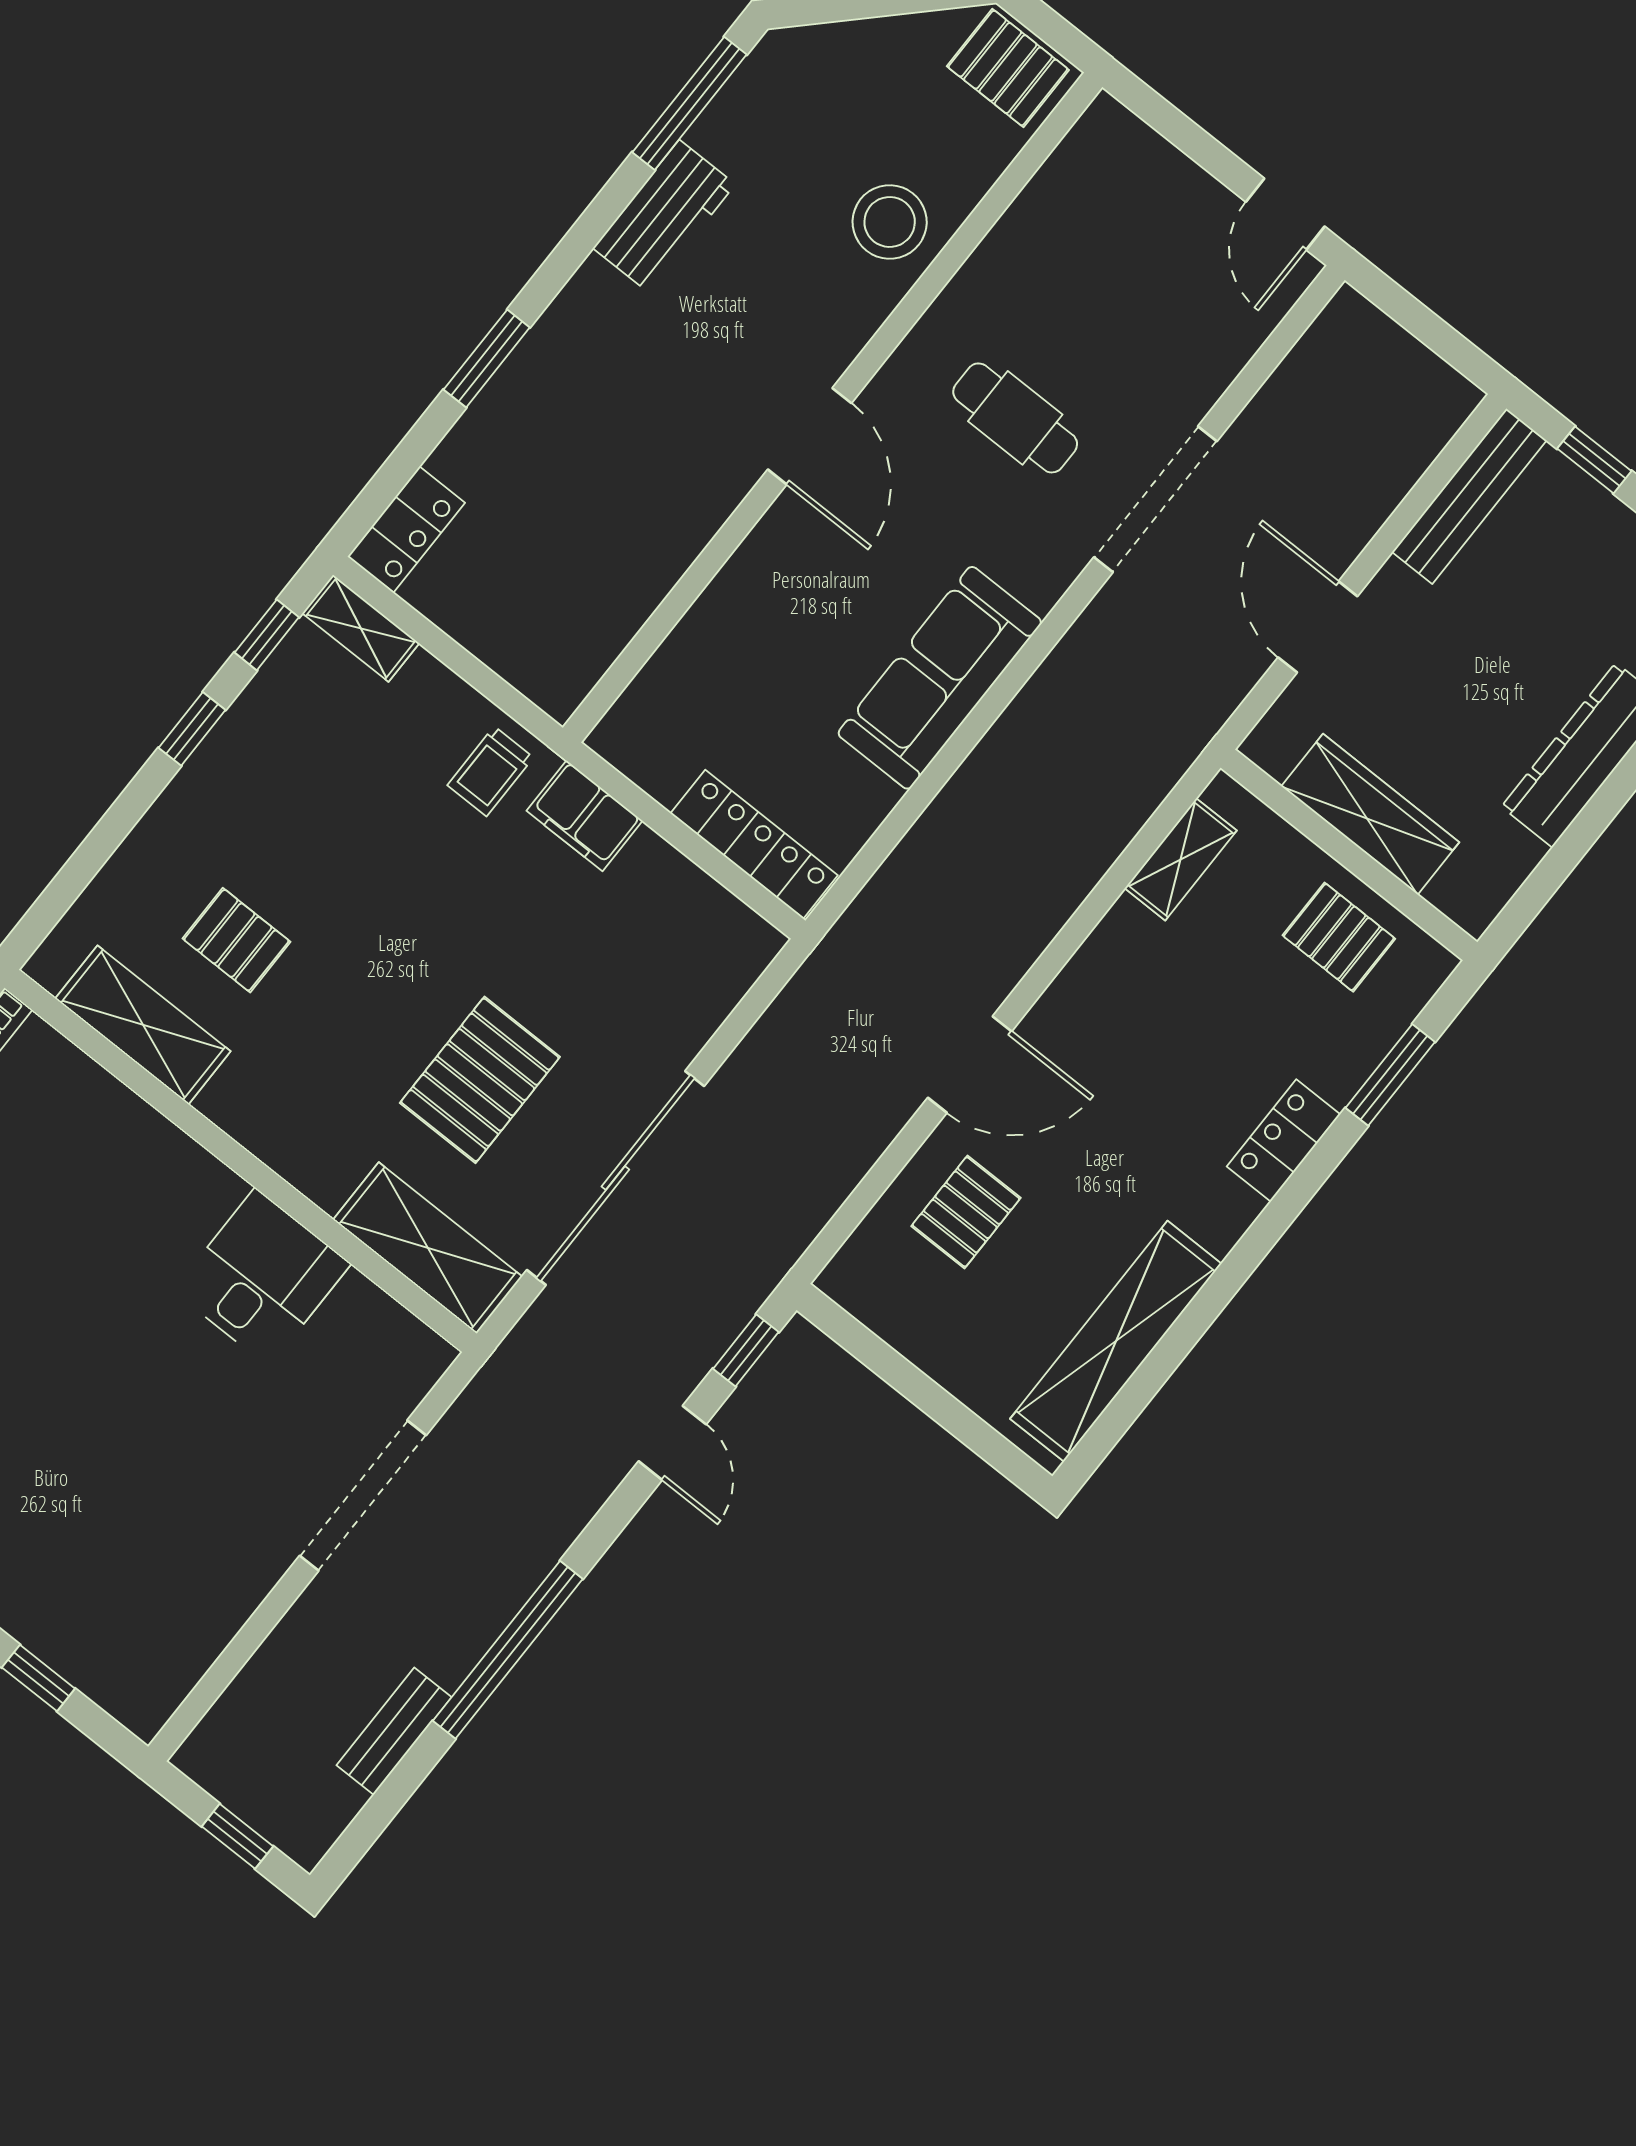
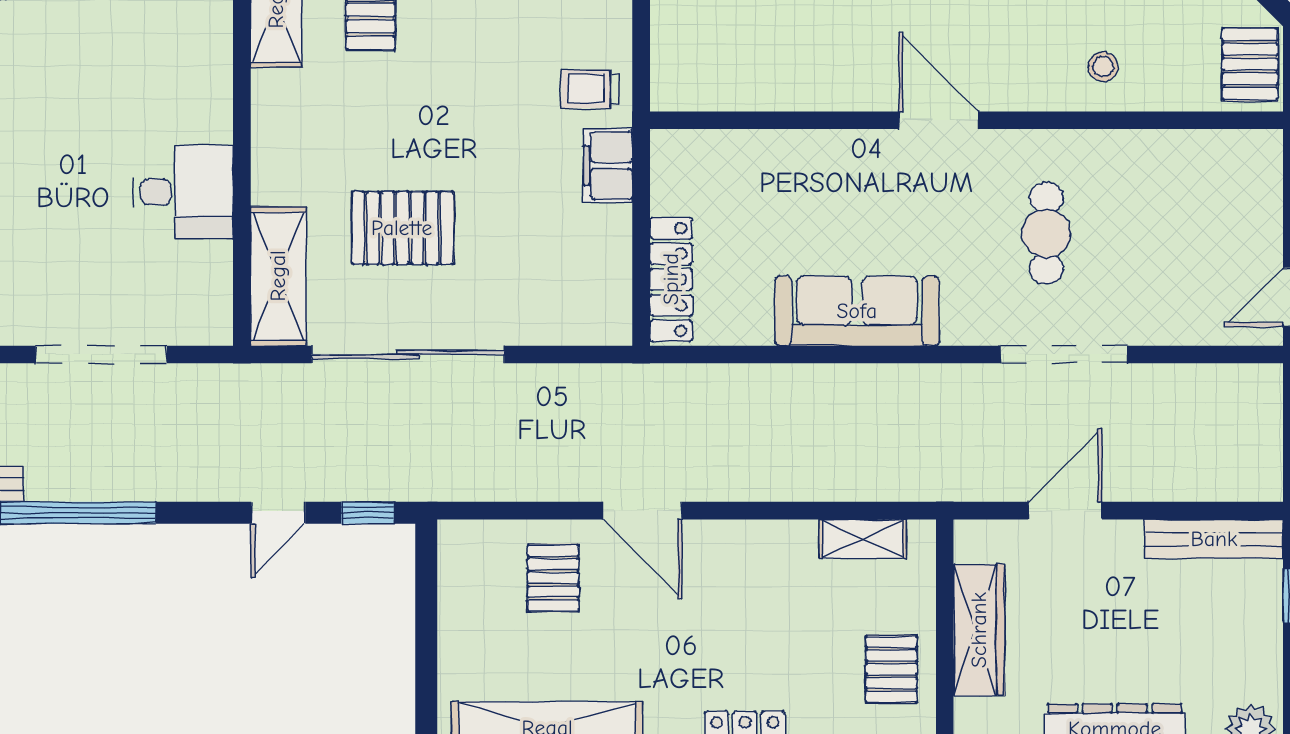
stool: (890, 222) -> (1103, 67), width x0.53, depth x0.53
door: (810, 436) -> (939, 120), swing flipped
pallet: (966, 1212) -> (553, 578), turned 90

